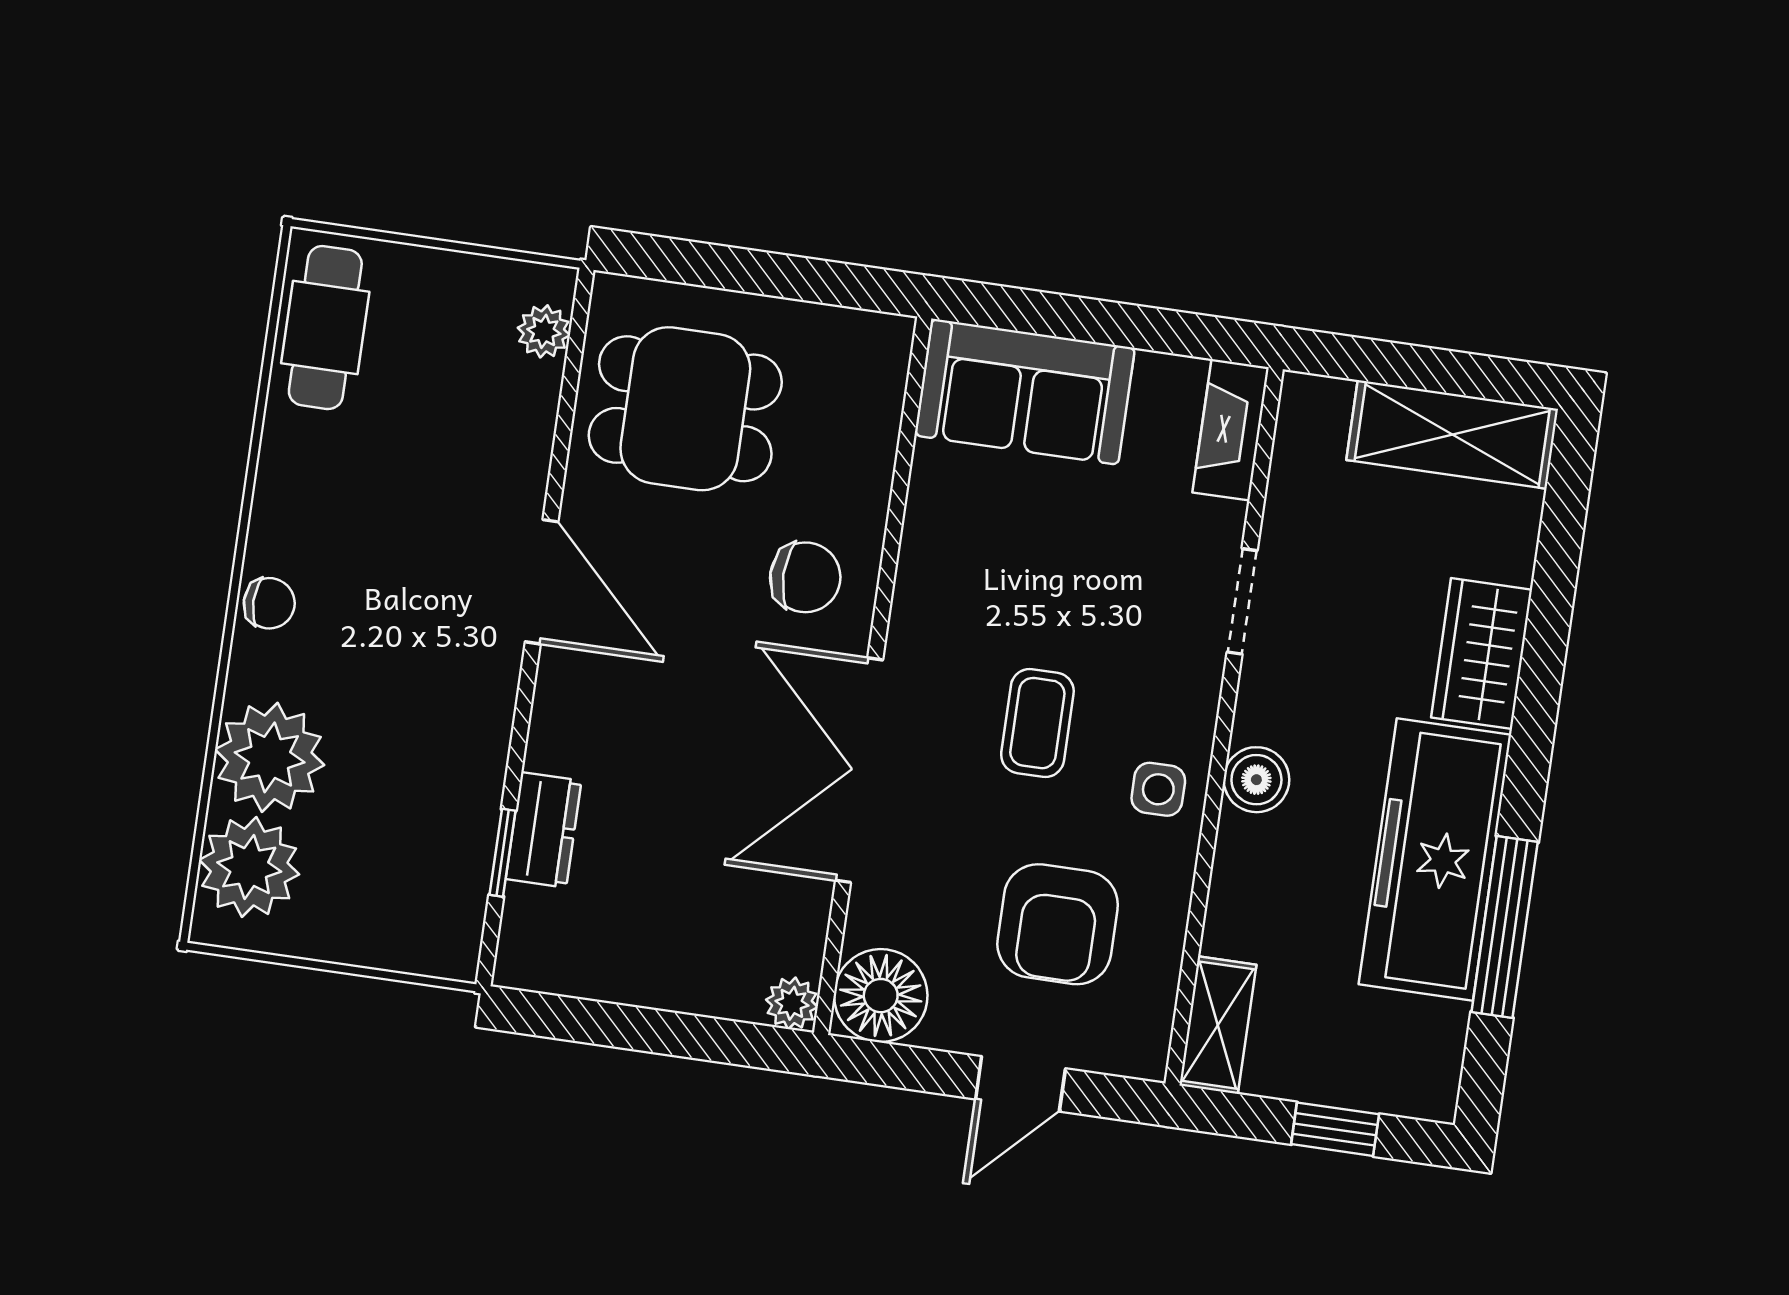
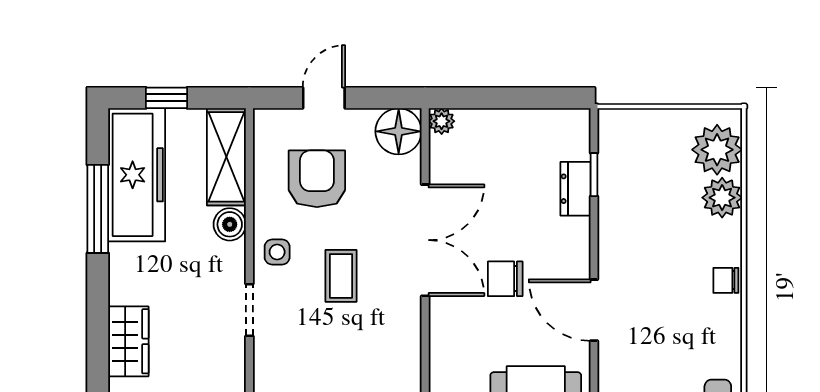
chair: (805, 577) -> (505, 279), moved
doorway: (1242, 601) -> (249, 310), moved
plant: (270, 757) -> (722, 198), width x0.73, depth x0.73
boiler: (1256, 780) -> (230, 224), moved
freezer: (1435, 860) -> (137, 175), moved
shelving: (1218, 1025) -> (226, 157), width x1.50, depth x1.33

